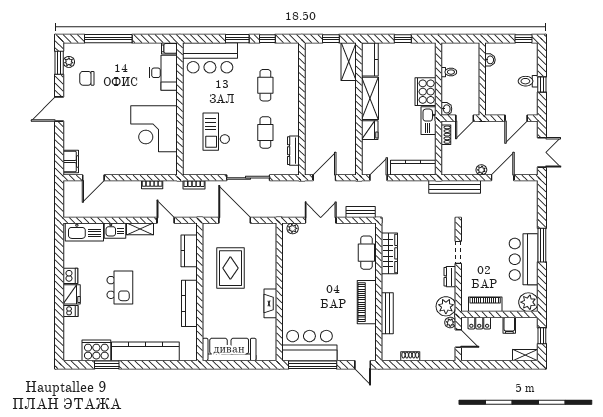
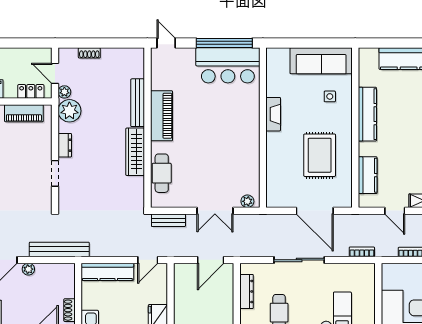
wardrobe: (389, 253) -> (135, 152), moved
side table: (222, 319) -> (330, 96), added
shoe rack: (410, 356) -> (89, 53), moved

